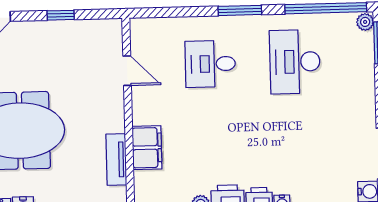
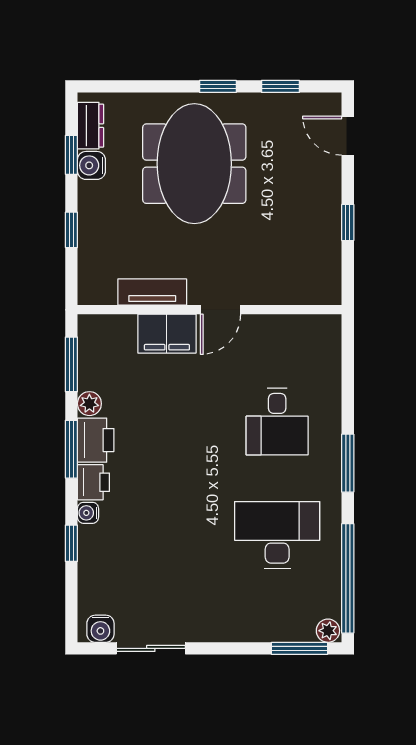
desk: (210, 64) -> (277, 422), turned 180
door: (127, 71) -> (221, 310), moved

